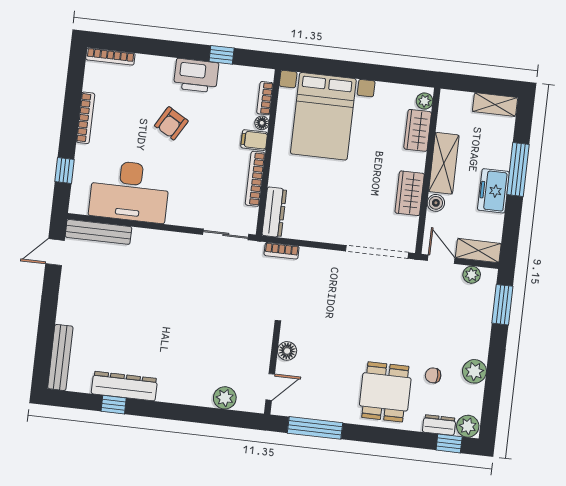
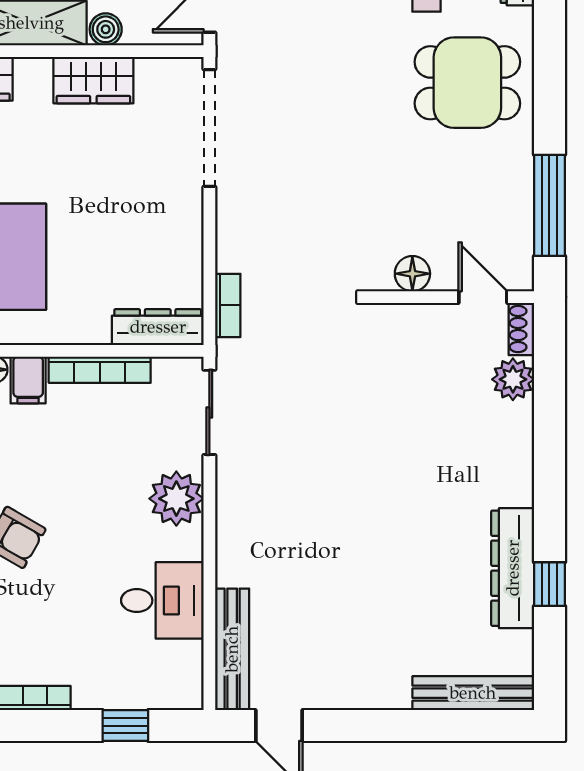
desk: (129, 191) -> (162, 600), width x0.53, depth x0.77
plant: (182, 212) -> (176, 499), added
shoe rack: (251, 405) -> (521, 329), added

